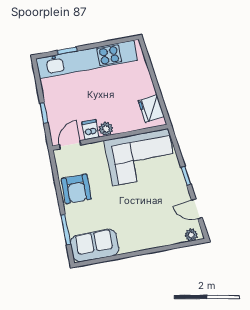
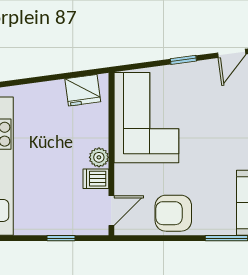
door: (70, 145) -> (111, 211), swing flipped
armchair: (76, 189) -> (173, 213), turned 180

